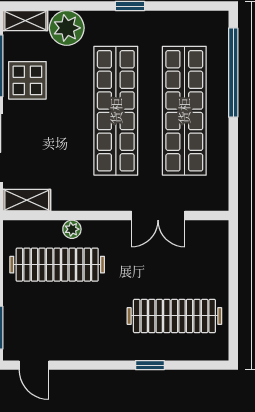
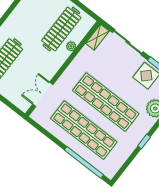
double door: (158, 216) -> (43, 94), moved

